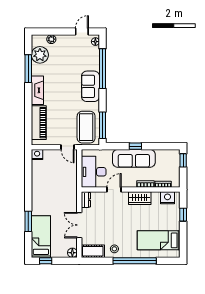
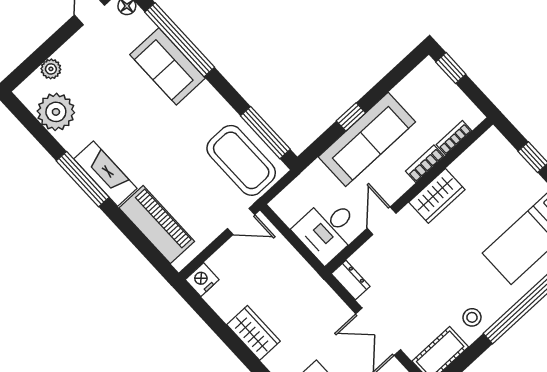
window: (28, 69) -> (83, 179), moved
sofa: (90, 86) -> (168, 66), moved
desk: (94, 172) -> (328, 229), width x0.73
wardrobe: (38, 188) -> (253, 333), added
nightstand: (167, 198) -> (482, 153), removed

